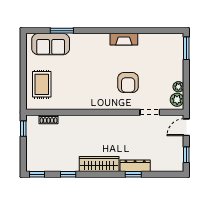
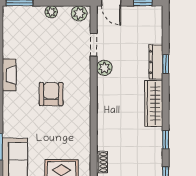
armchair: (128, 83) -> (51, 94), moved, turned -90
plant: (178, 87) -> (51, 12), moved
plant: (130, 121) -> (104, 68), added

